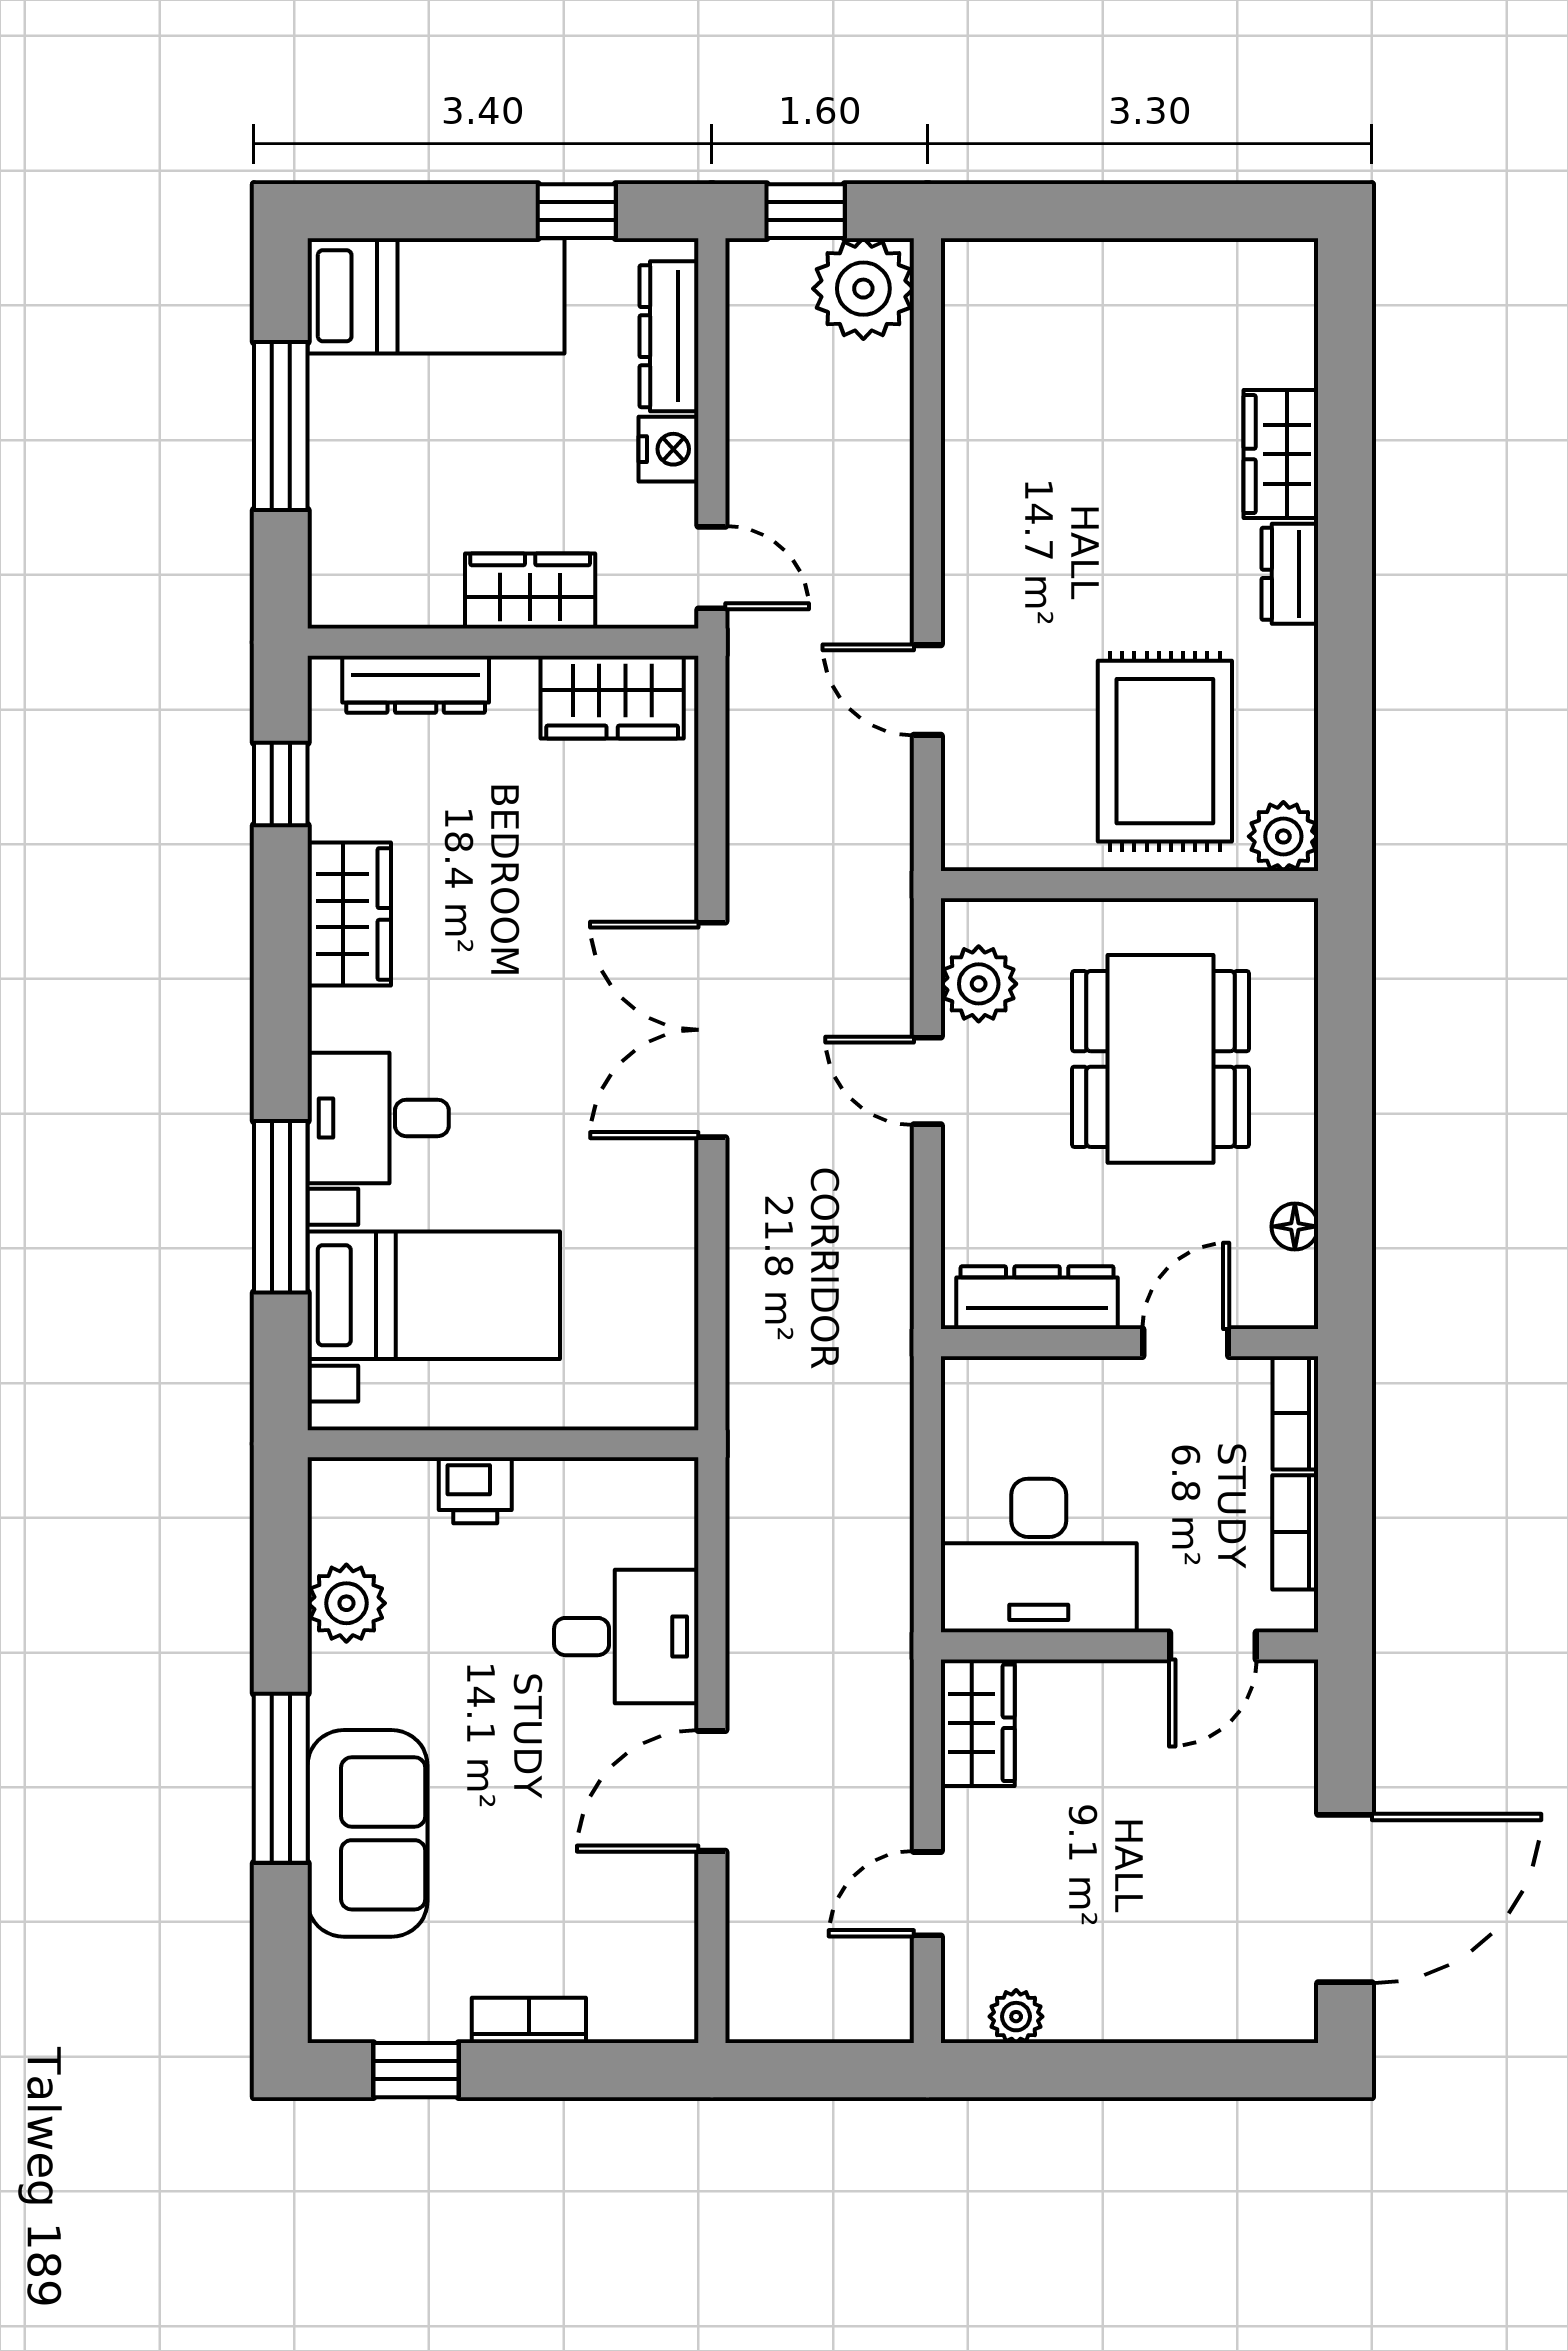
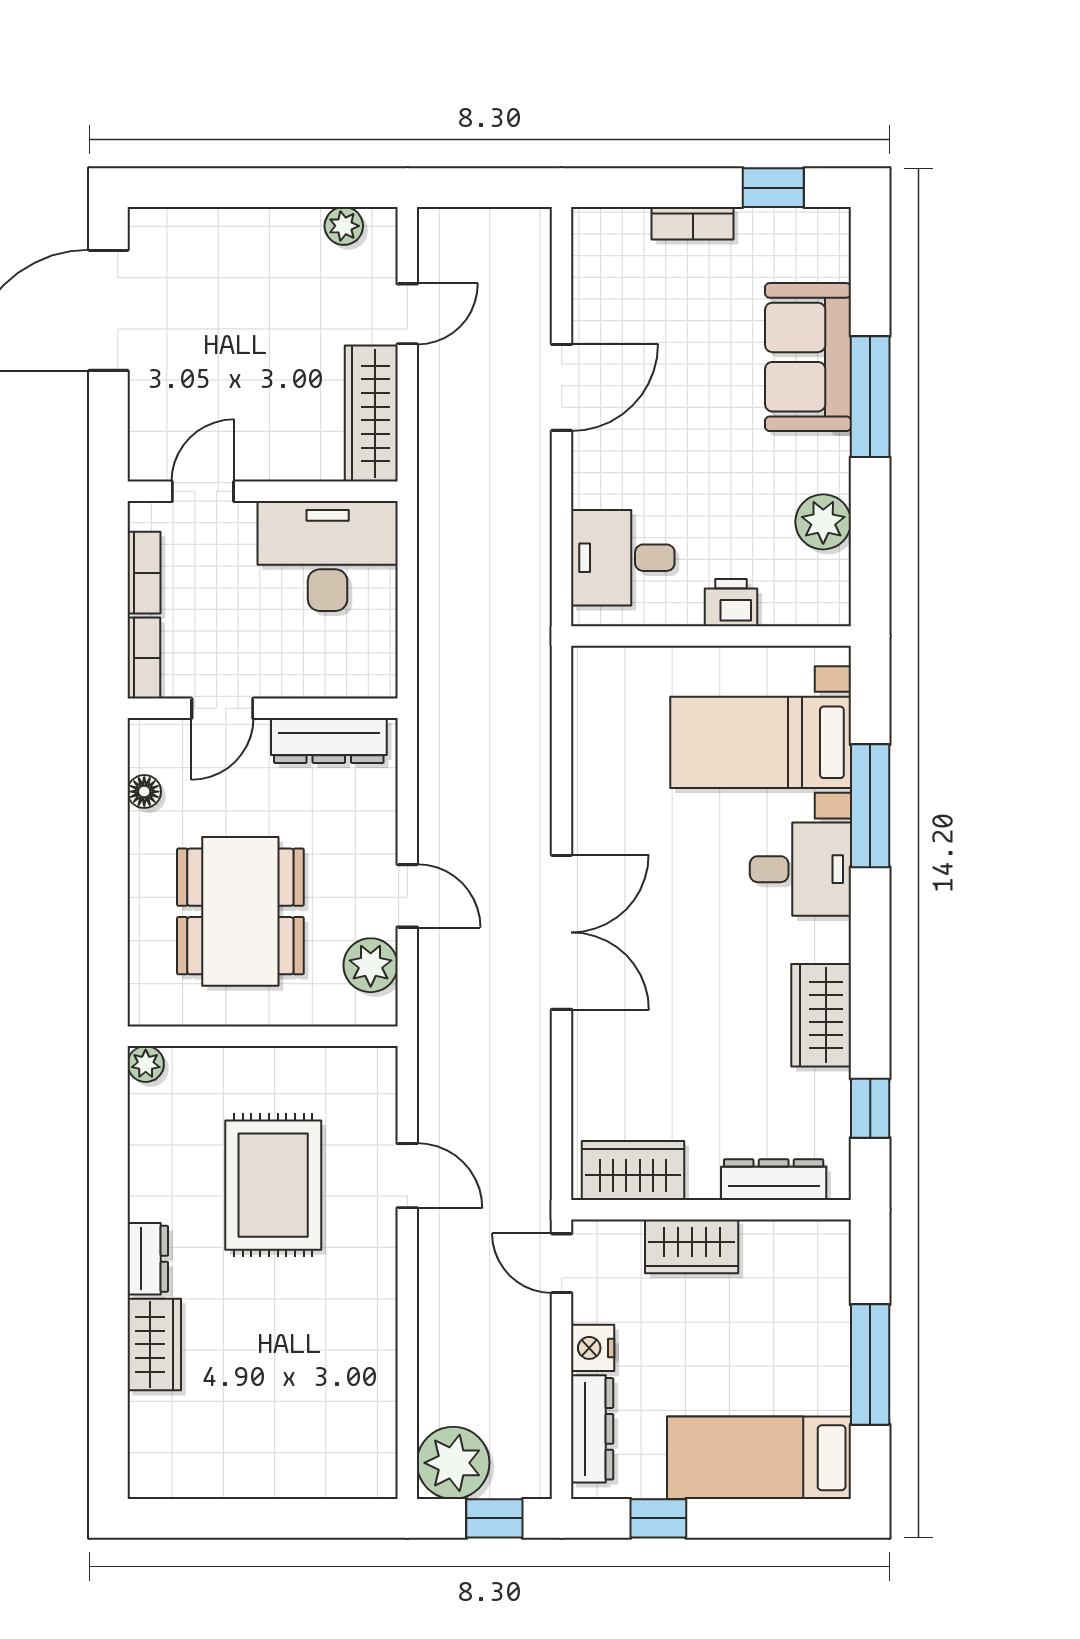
rug: (1165, 751) -> (273, 1185), moved
plant: (1283, 836) -> (146, 1064), width x0.73, depth x0.73
desk: (626, 1637) -> (623, 558), moved
wardrobe: (978, 1723) -> (371, 414), width x1.50

